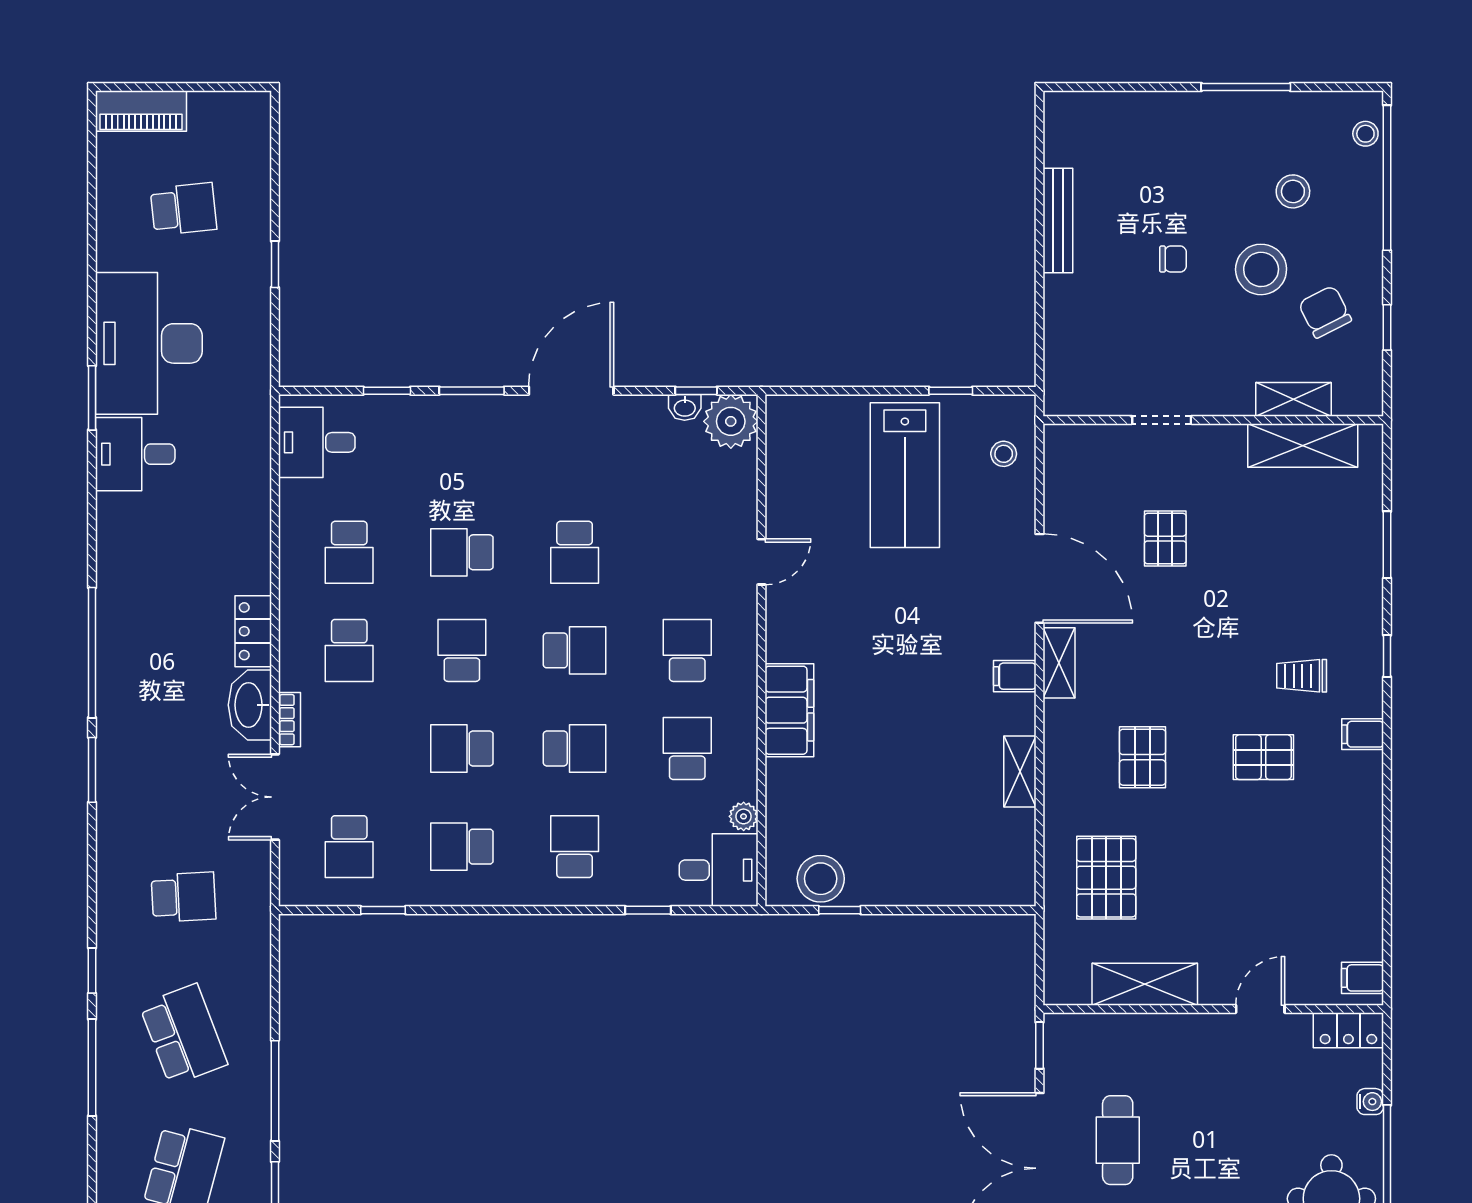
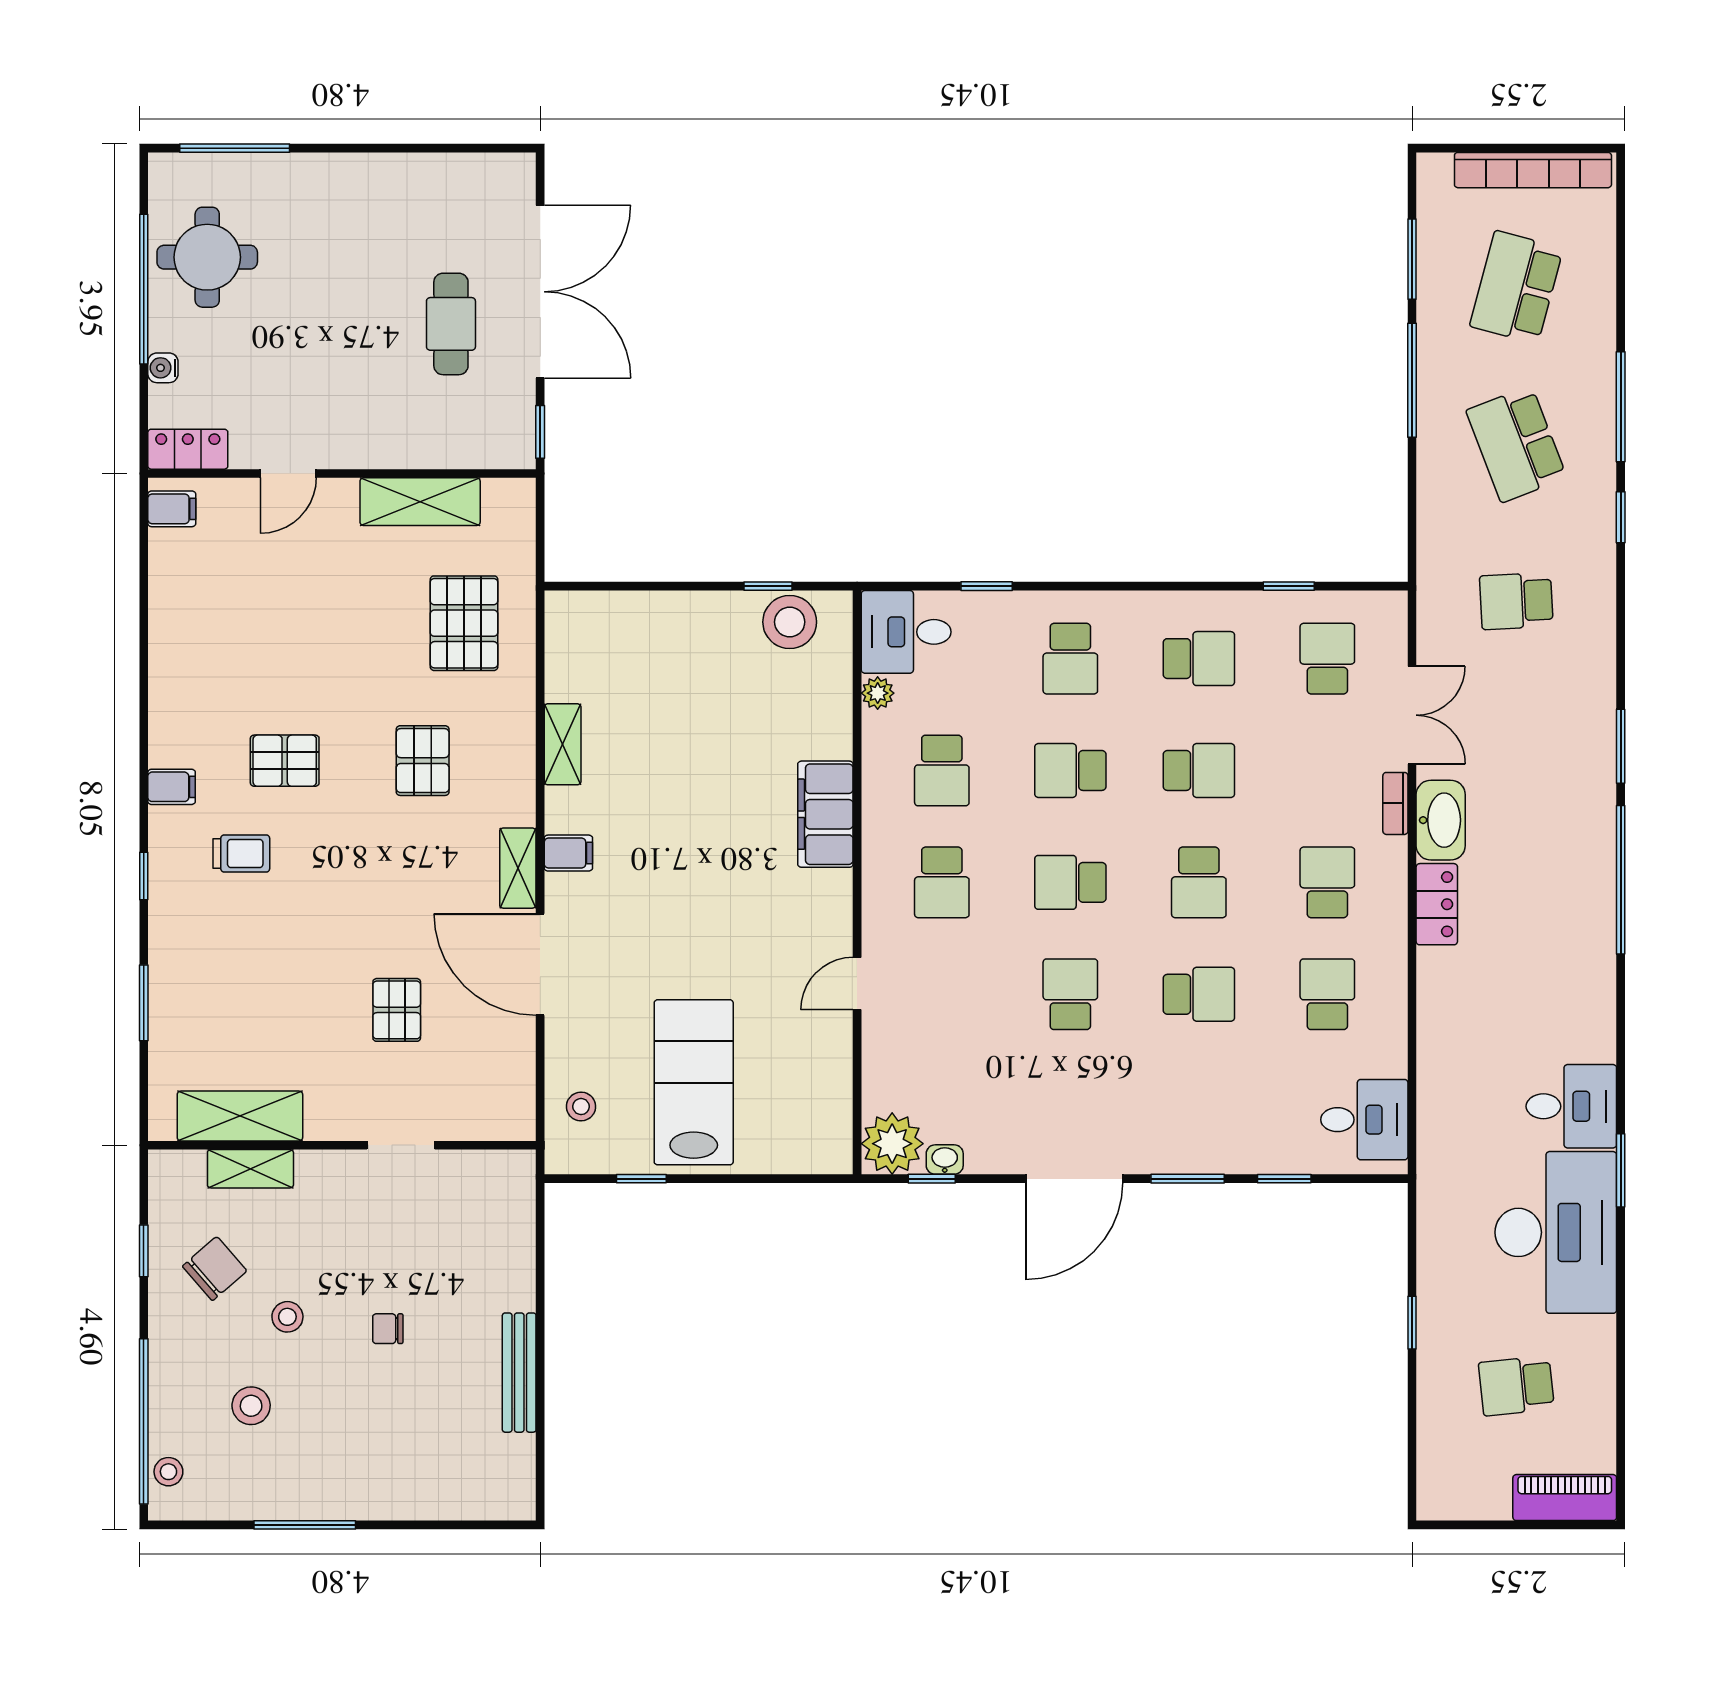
stool: (1261, 269) -> (287, 1317), width x0.53, depth x0.53
chair: (1325, 312) -> (215, 1269), turned -104

